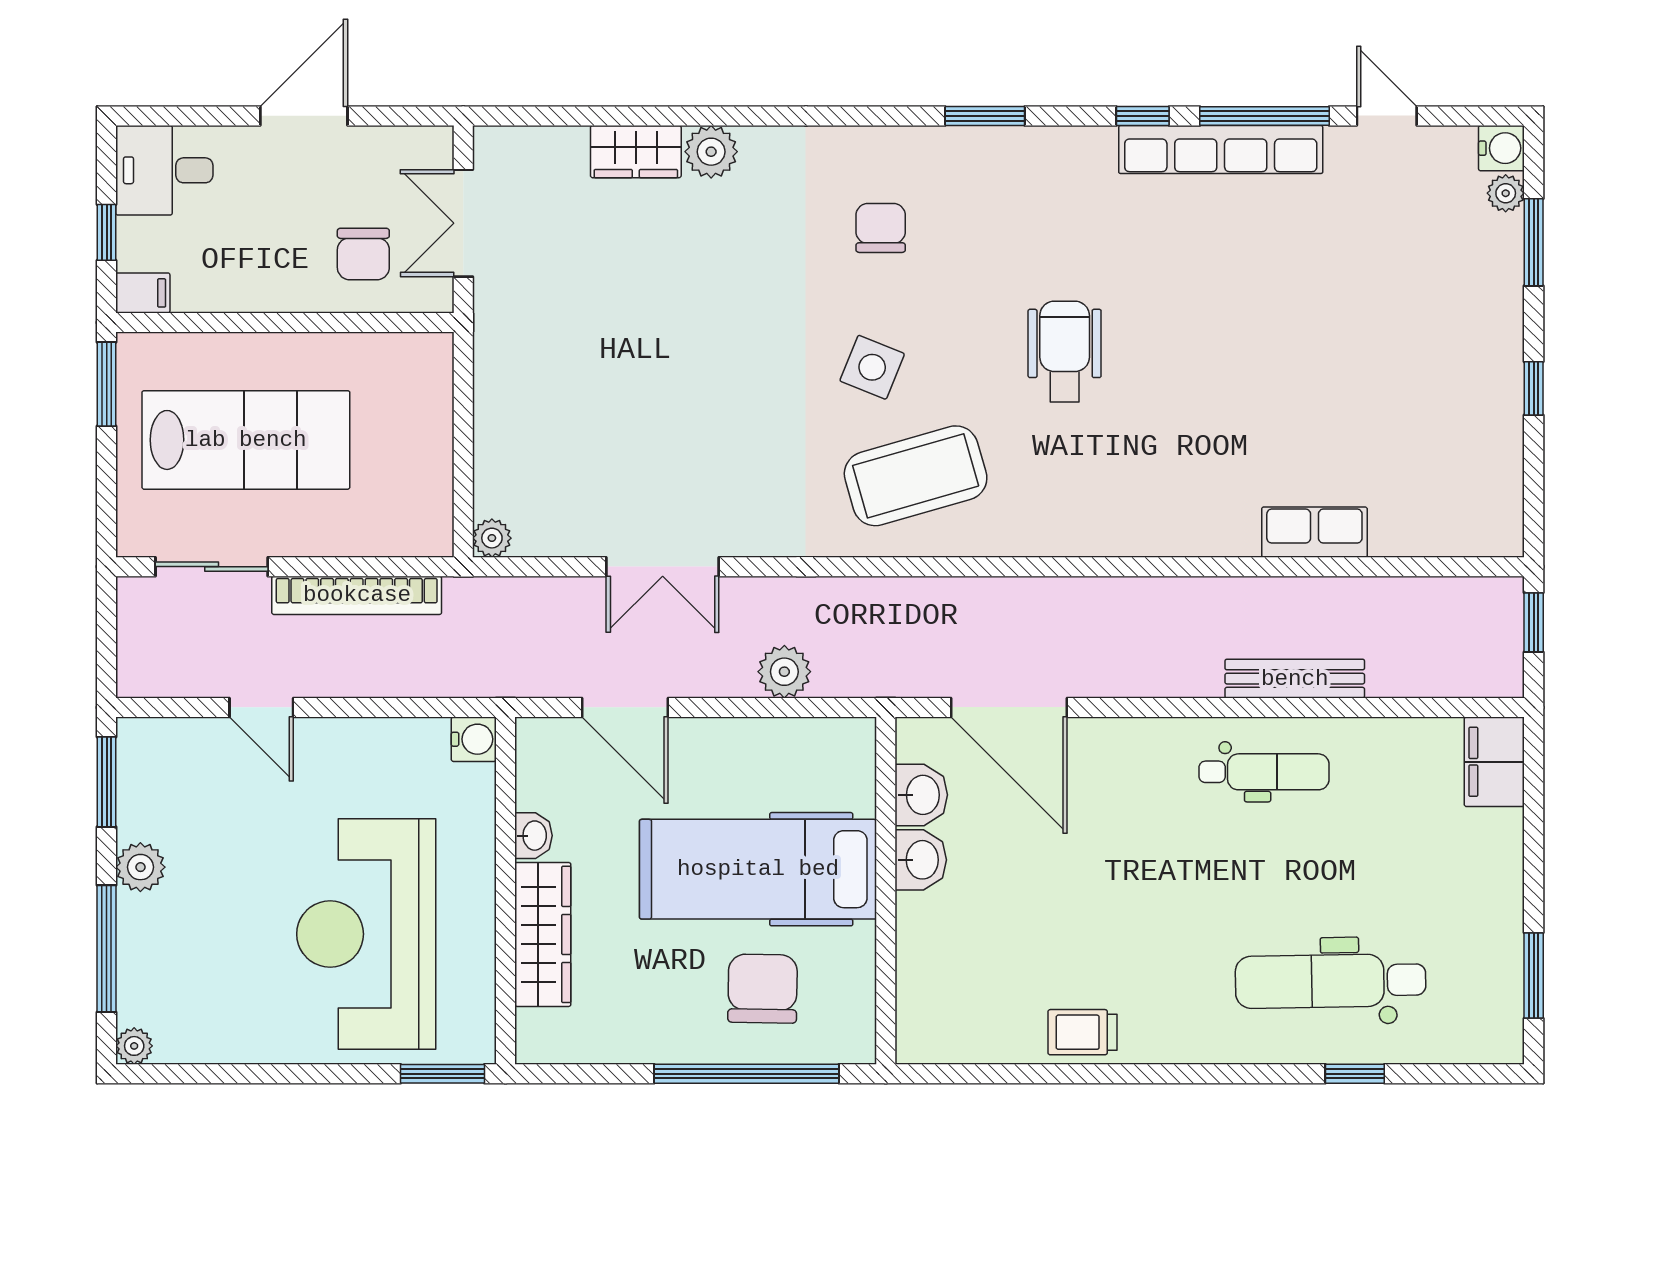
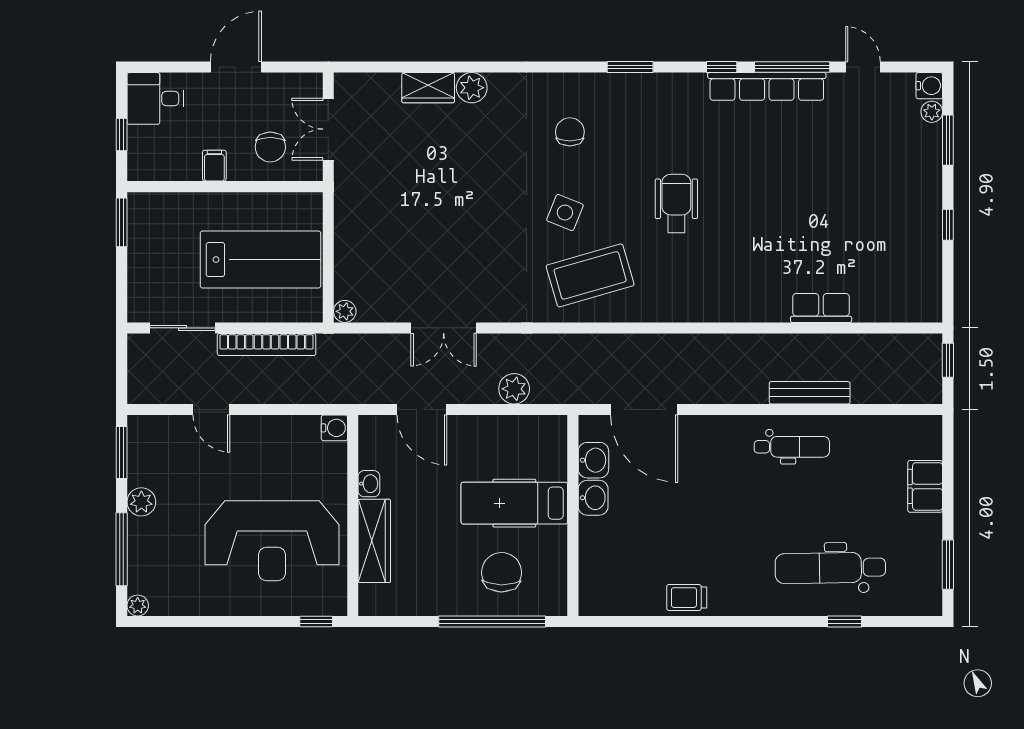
filing cabinet: (143, 293) -> (214, 166), moved, turned -90
lab bench: (246, 440) -> (260, 260), moved
filing cabinet: (1494, 762) -> (925, 486), moved
hospital bed: (758, 869) -> (514, 503), width x0.73, depth x0.78
reception desk: (366, 934) -> (272, 541), turned -90
window: (442, 1074) -> (316, 622), width x0.67

